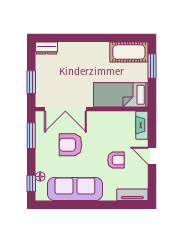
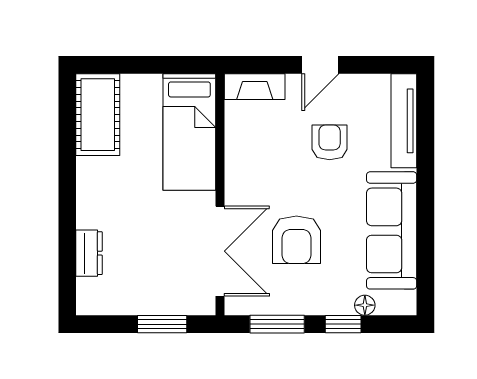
dresser: (47, 48) -> (89, 253), moved
window: (152, 66) -> (128, 65), removed
window: (31, 183) -> (343, 324), moved
tv unit: (132, 195) -> (404, 121), width x1.41

